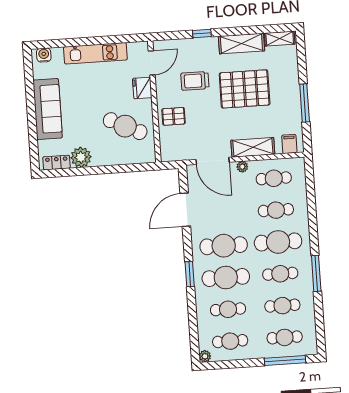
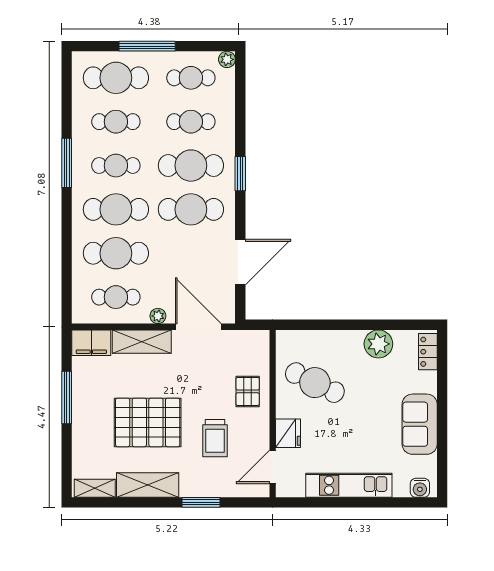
window: (202, 34) -> (201, 502), width x1.50
trolley: (195, 81) -> (215, 438), turned 90
sofa: (48, 109) -> (420, 424), width x0.73
pallet: (174, 116) -> (248, 391), turned 90
filing cabinet: (289, 144) -> (91, 343), width x2.00
locker: (56, 163) -> (428, 352), moved, turned 90
cafe table: (276, 210) -> (116, 253), width x1.37, depth x1.35
cafe table: (285, 337) -> (116, 78), width x1.37, depth x1.35
window: (285, 360) -> (147, 46), moved

